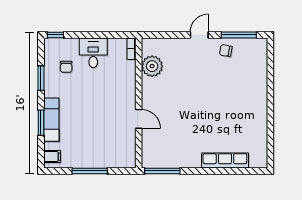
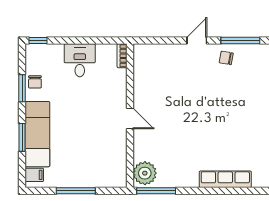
plant: (152, 66) -> (145, 173), moved
chair: (66, 67) -> (35, 82), moved
door: (139, 119) -> (130, 118), moved
exam couch: (51, 120) -> (37, 134), width x1.36, depth x1.45

